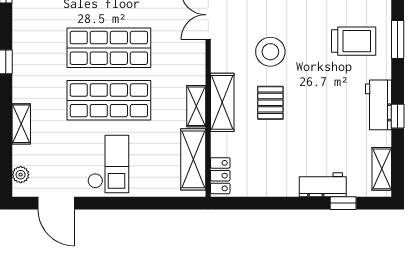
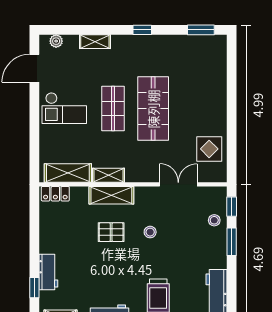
stool: (270, 52) -> (150, 232), width x0.53, depth x0.53
shop shelf: (109, 100) -> (113, 109), width x0.70, depth x0.74

